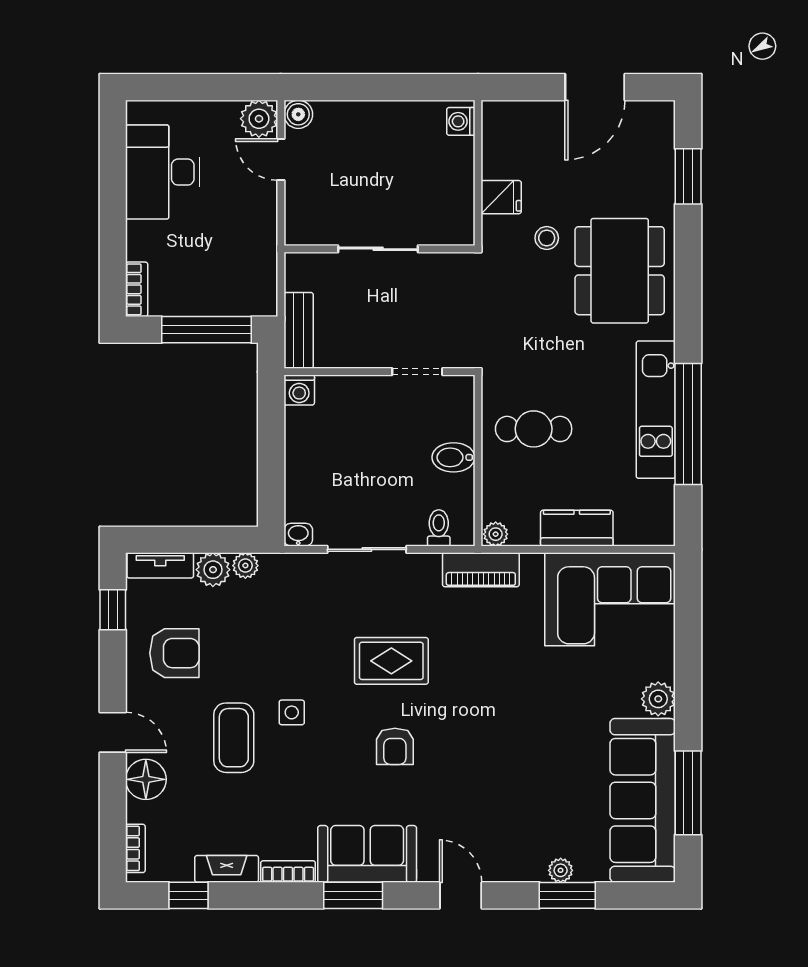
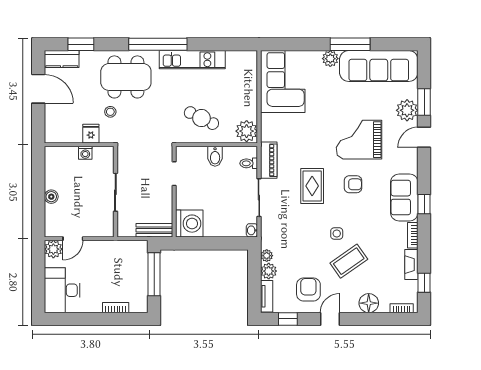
boiler: (298, 114) -> (51, 197), moved
washing machine: (461, 121) -> (85, 153), moved
desk: (163, 172) -> (62, 290), moved, turned 90
bookcase: (137, 289) -> (116, 308), moved
washing machine: (299, 390) -> (189, 224), width x1.89, depth x1.89
window: (688, 424) -> (158, 44), moved
cafe table: (534, 429) -> (201, 118), turned -64
kitchen counter: (577, 528) -> (62, 59), moved, turned -90
plant: (496, 534) -> (247, 131), width x1.87, depth x1.87
piano: (481, 570) -> (269, 160), moved
door: (113, 732) -> (330, 319), moved
coffee table: (234, 738) -> (349, 261), turned -35
grand piano: (488, 759) -> (359, 140), added
window: (688, 793) -> (350, 44), moved
plant: (561, 870) -> (407, 110), width x1.88, depth x1.88
window: (353, 895) -> (424, 204), width x0.67
door: (461, 895) -> (424, 137), moved

